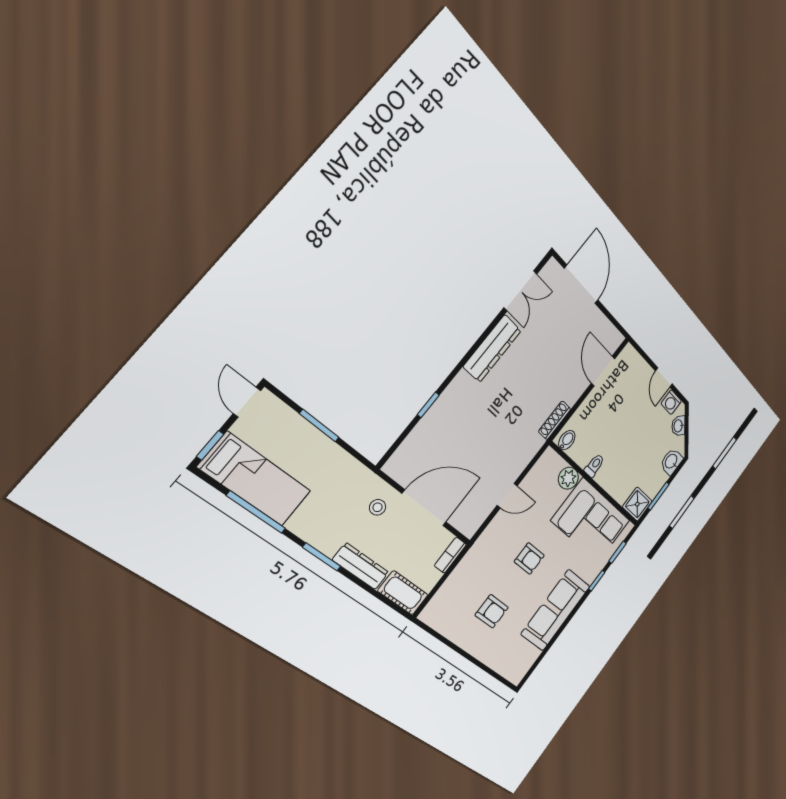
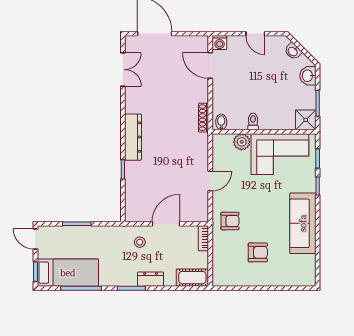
dresser: (492, 348) -> (133, 137), moved
washing machine: (671, 402) -> (220, 43), moved
door: (424, 508) -> (166, 224), width x0.73
armchair: (529, 559) -> (230, 221), moved
dresser: (361, 566) -> (151, 279), width x0.70

